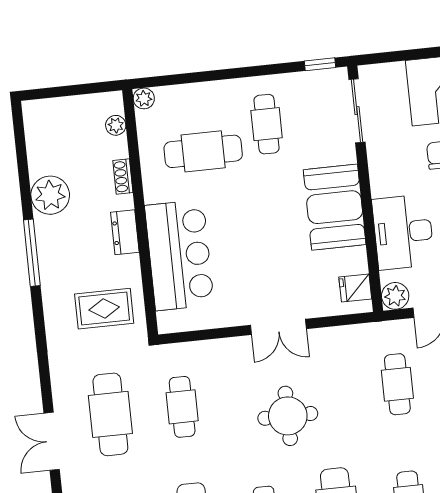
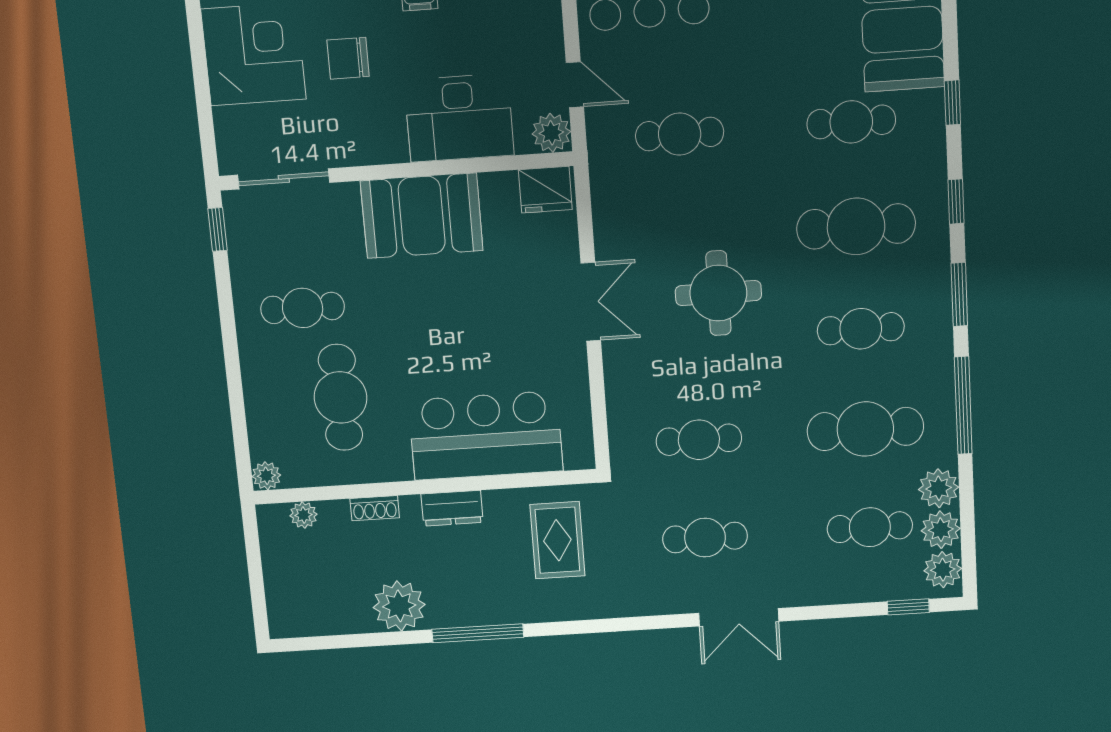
fridge: (355, 288) -> (545, 190), width x1.38
cafe table: (110, 414) -> (705, 538), width x0.73, depth x0.74

